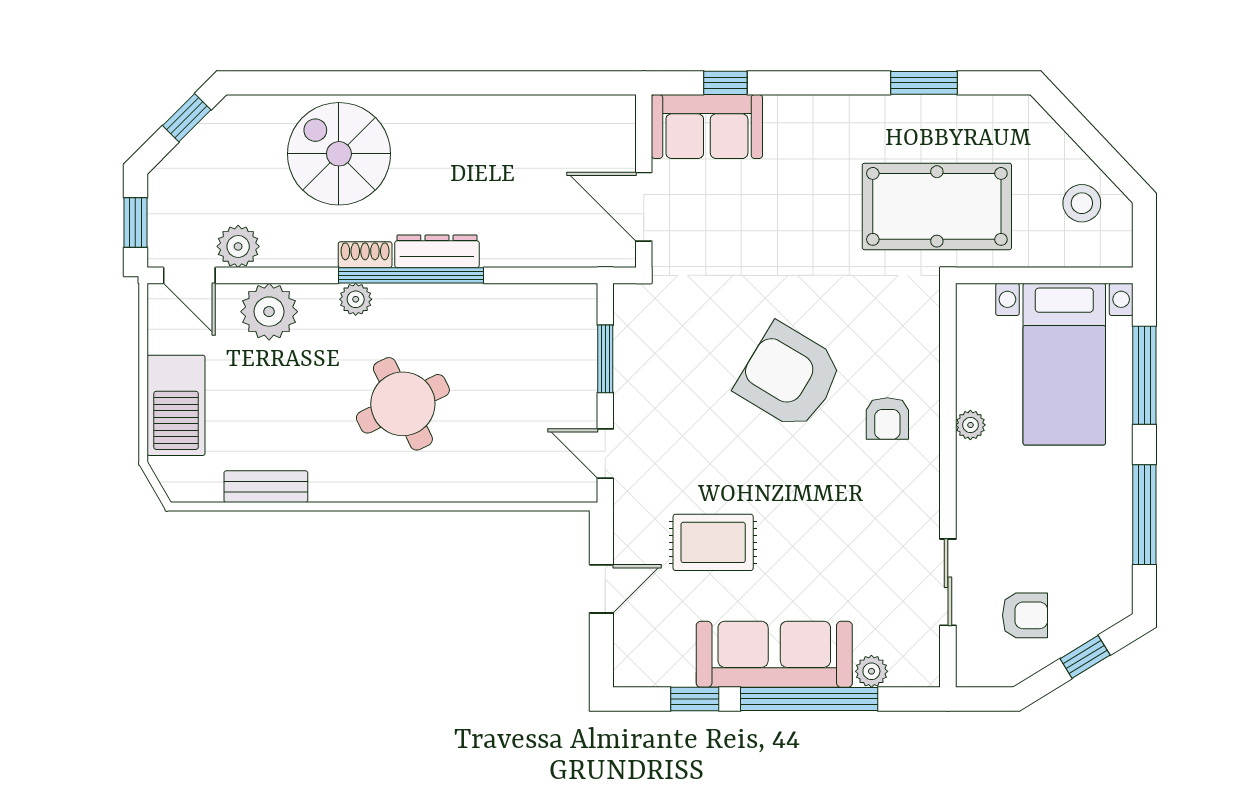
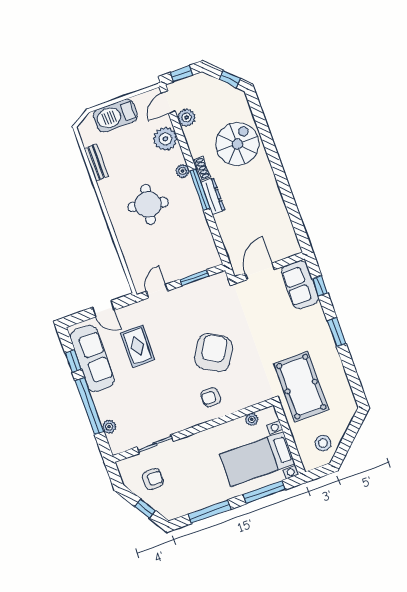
window: (924, 83) -> (337, 332), moved
window: (411, 275) -> (200, 190), width x0.68
round table: (403, 404) -> (148, 205), turned 37
plant: (970, 425) -> (252, 419), moved
armchair: (1025, 615) -> (153, 479), turned -90
sofa: (774, 654) -> (92, 359), moved

